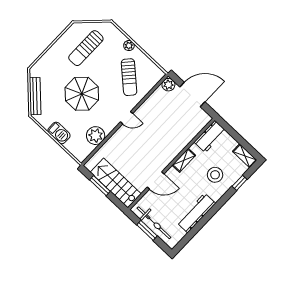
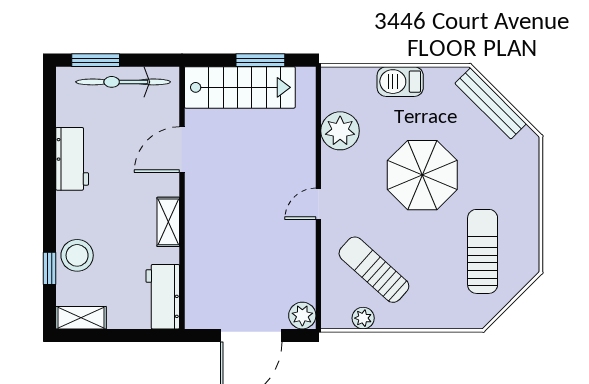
plant: (129, 46) -> (363, 318), moved
stool: (215, 175) -> (77, 255), moved
workbench: (196, 213) -> (72, 159), width x0.73
window: (147, 230) -> (96, 60), moved

